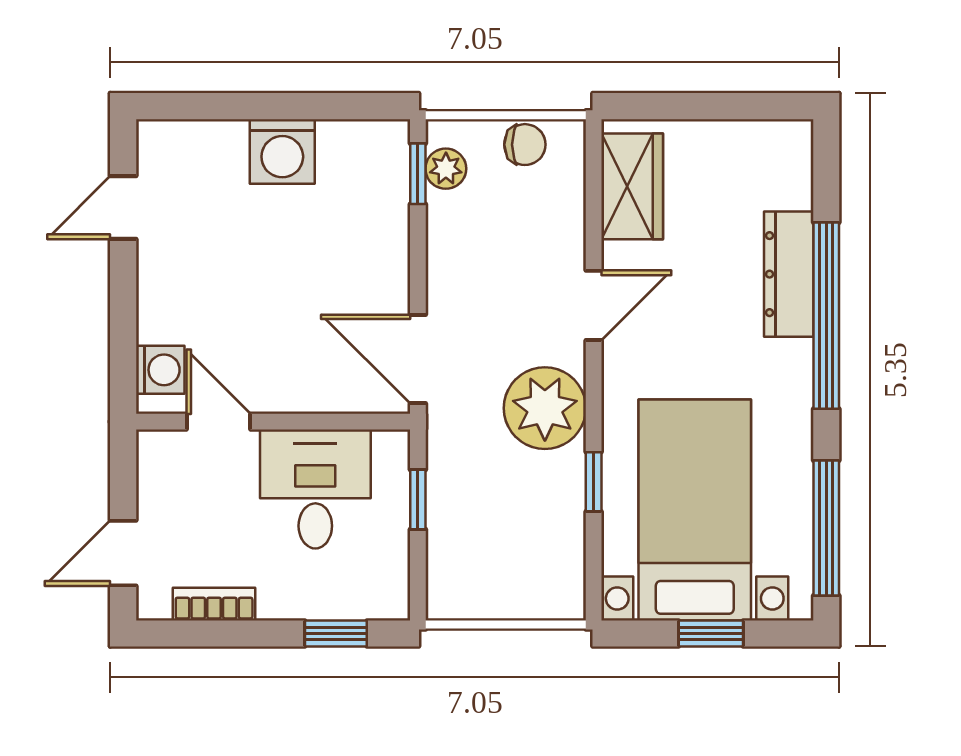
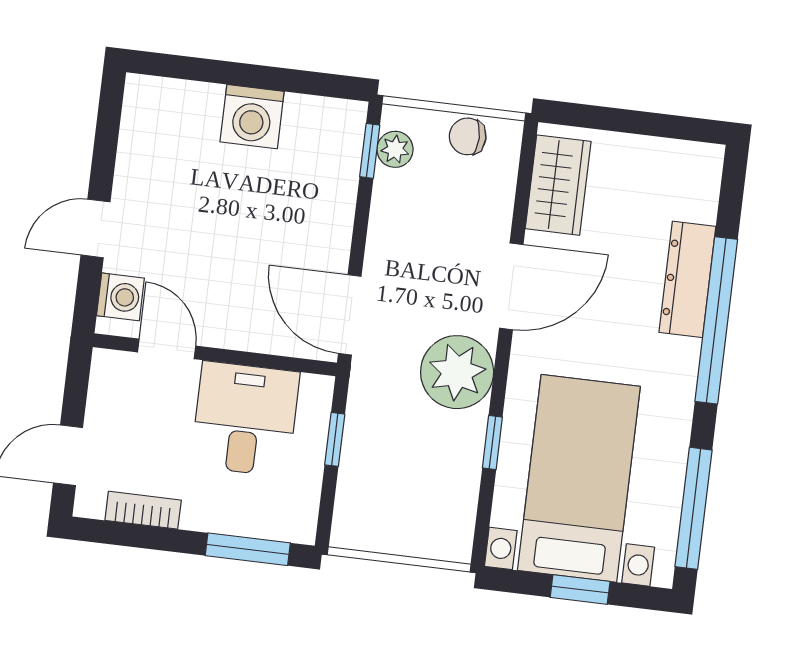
chair: (525, 145) -> (468, 136), turned 180
door: (123, 207) -> (95, 228), moved
door: (594, 305) -> (511, 286), width x1.37
window: (336, 634) -> (248, 549), width x1.50

